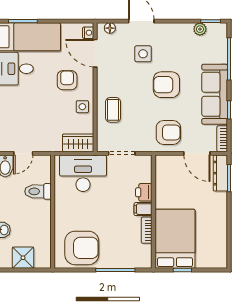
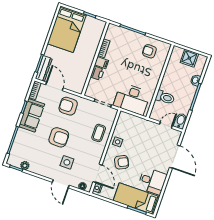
armchair: (67, 80) -> (122, 162), turned -116
sofa: (215, 94) -> (32, 115), width x0.73
wardrobe: (78, 143) -> (128, 120), removed
bed: (175, 239) -> (67, 29), moved
armchair: (82, 248) -> (149, 51), width x0.53, depth x0.53

